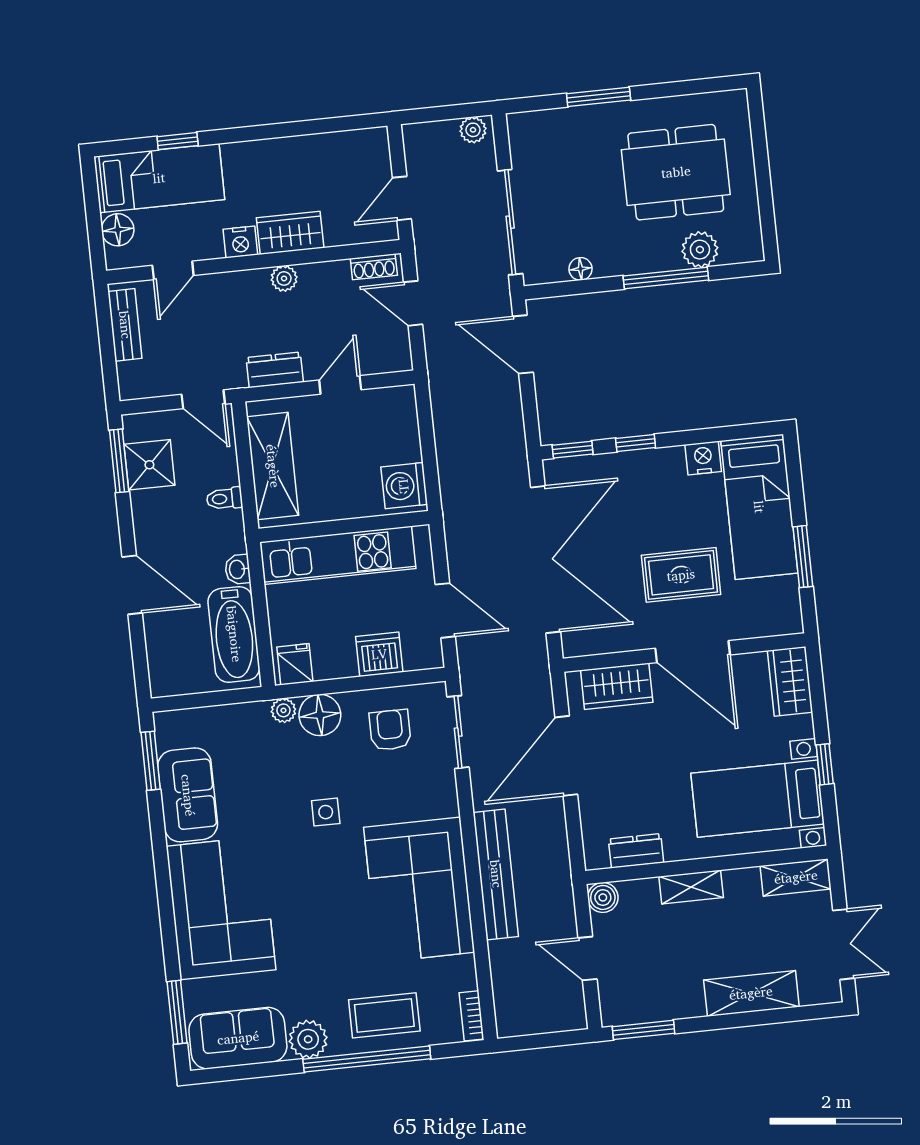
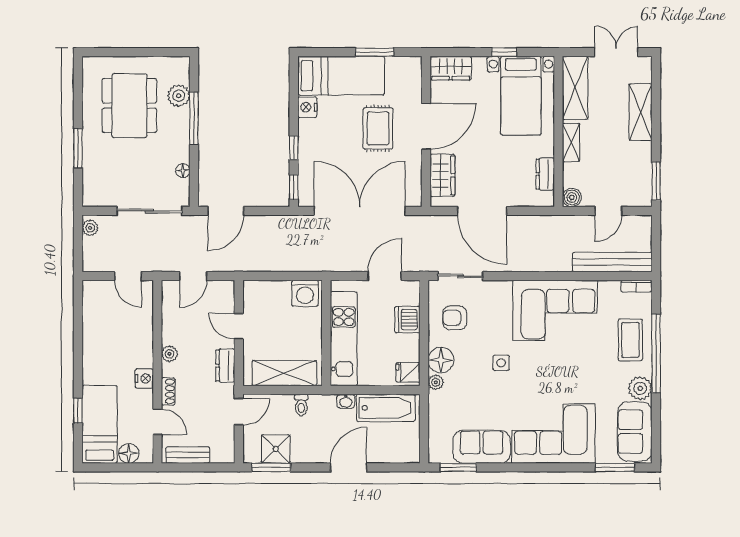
wardrobe: (290, 233) -> (142, 347), removed
shoe rack: (374, 267) -> (168, 391), moved
bench: (496, 874) -> (612, 262), moved
shelving: (796, 877) -> (575, 88), width x1.50, depth x1.33

